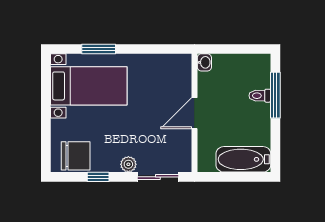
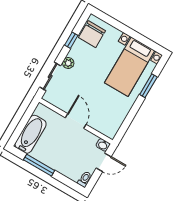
door: (226, 49) -> (104, 162), added
window: (275, 95) -> (39, 165), moved
toilet: (260, 96) -> (85, 179), moved

